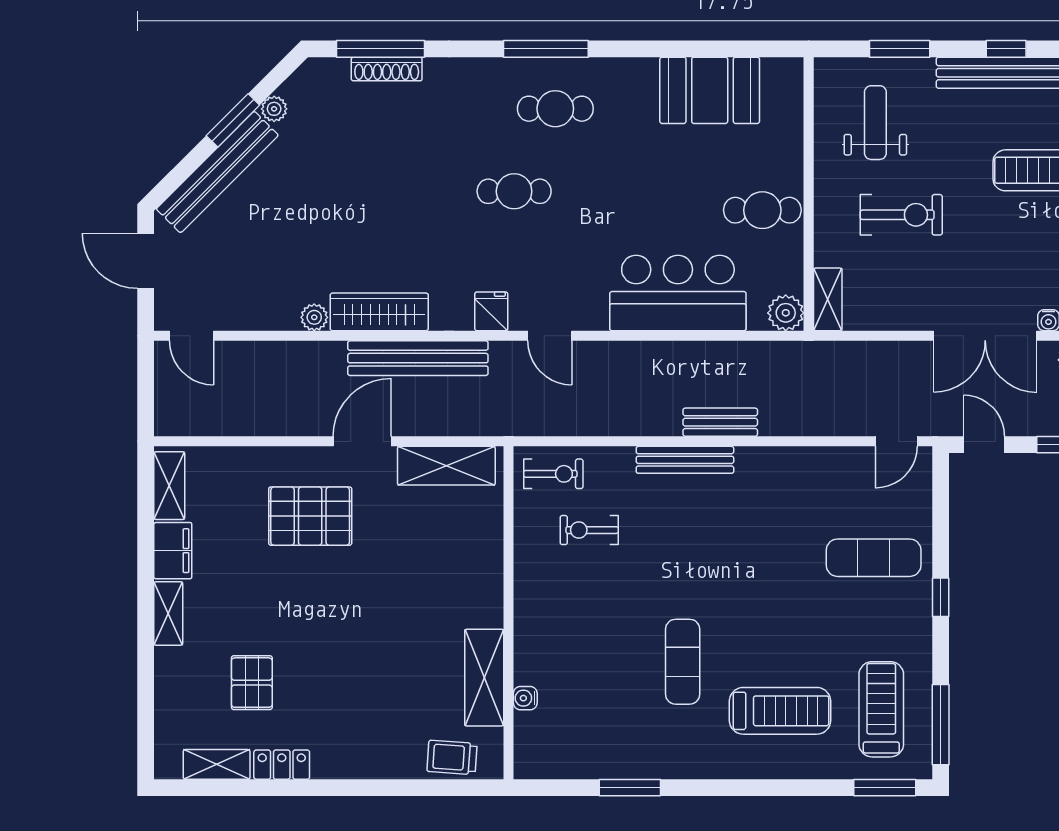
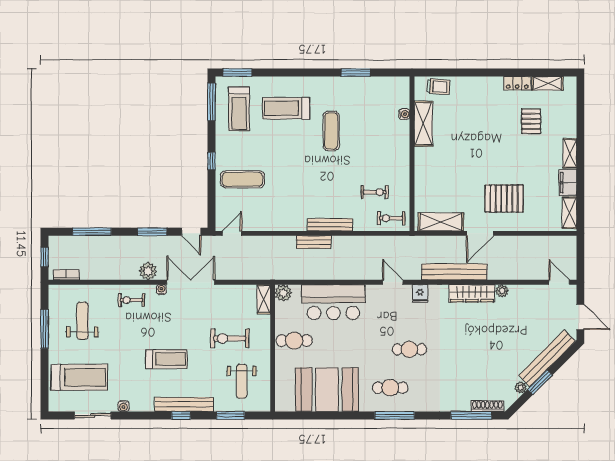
shoe rack: (387, 69) -> (487, 406), moved
booth: (710, 90) -> (327, 390), width x1.36, depth x1.42

